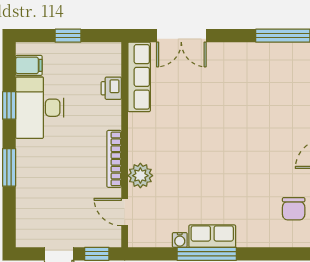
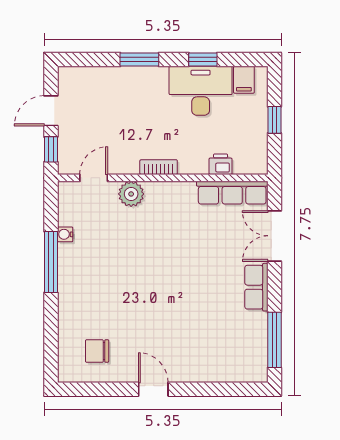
bookcase: (114, 159) -> (159, 167), width x0.64
row of seats: (212, 236) -> (256, 287), moved, turned 180

